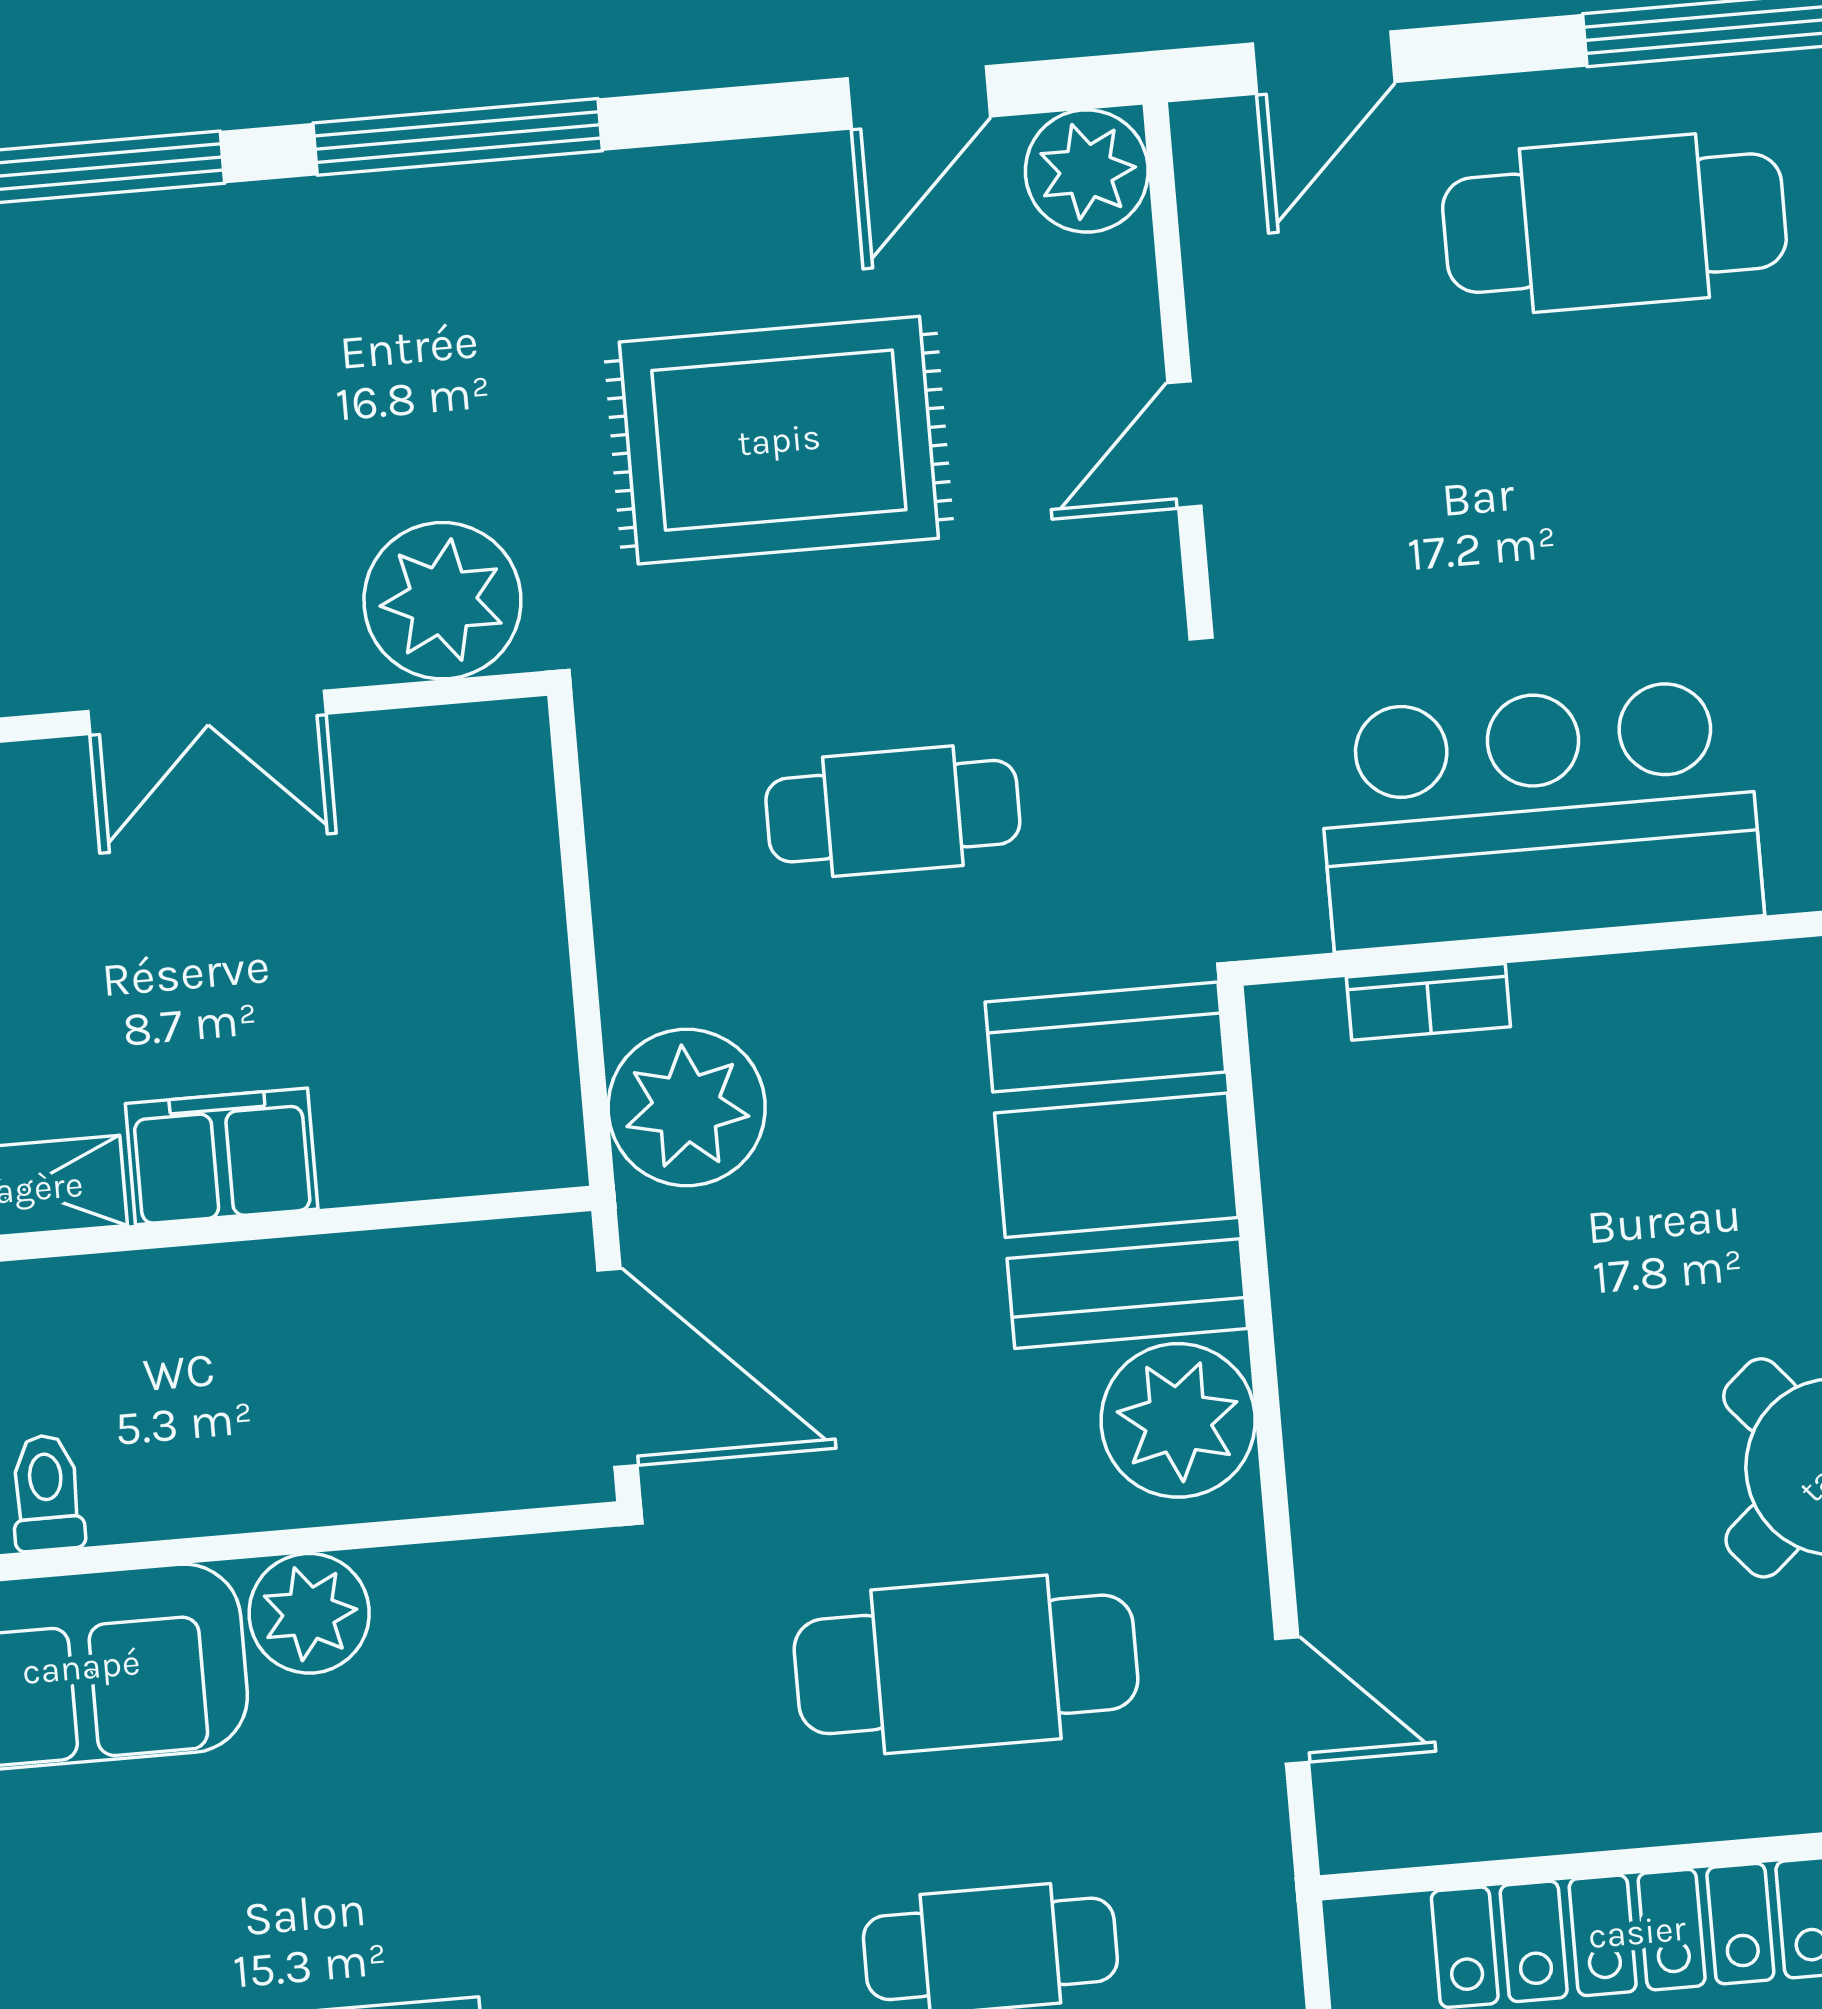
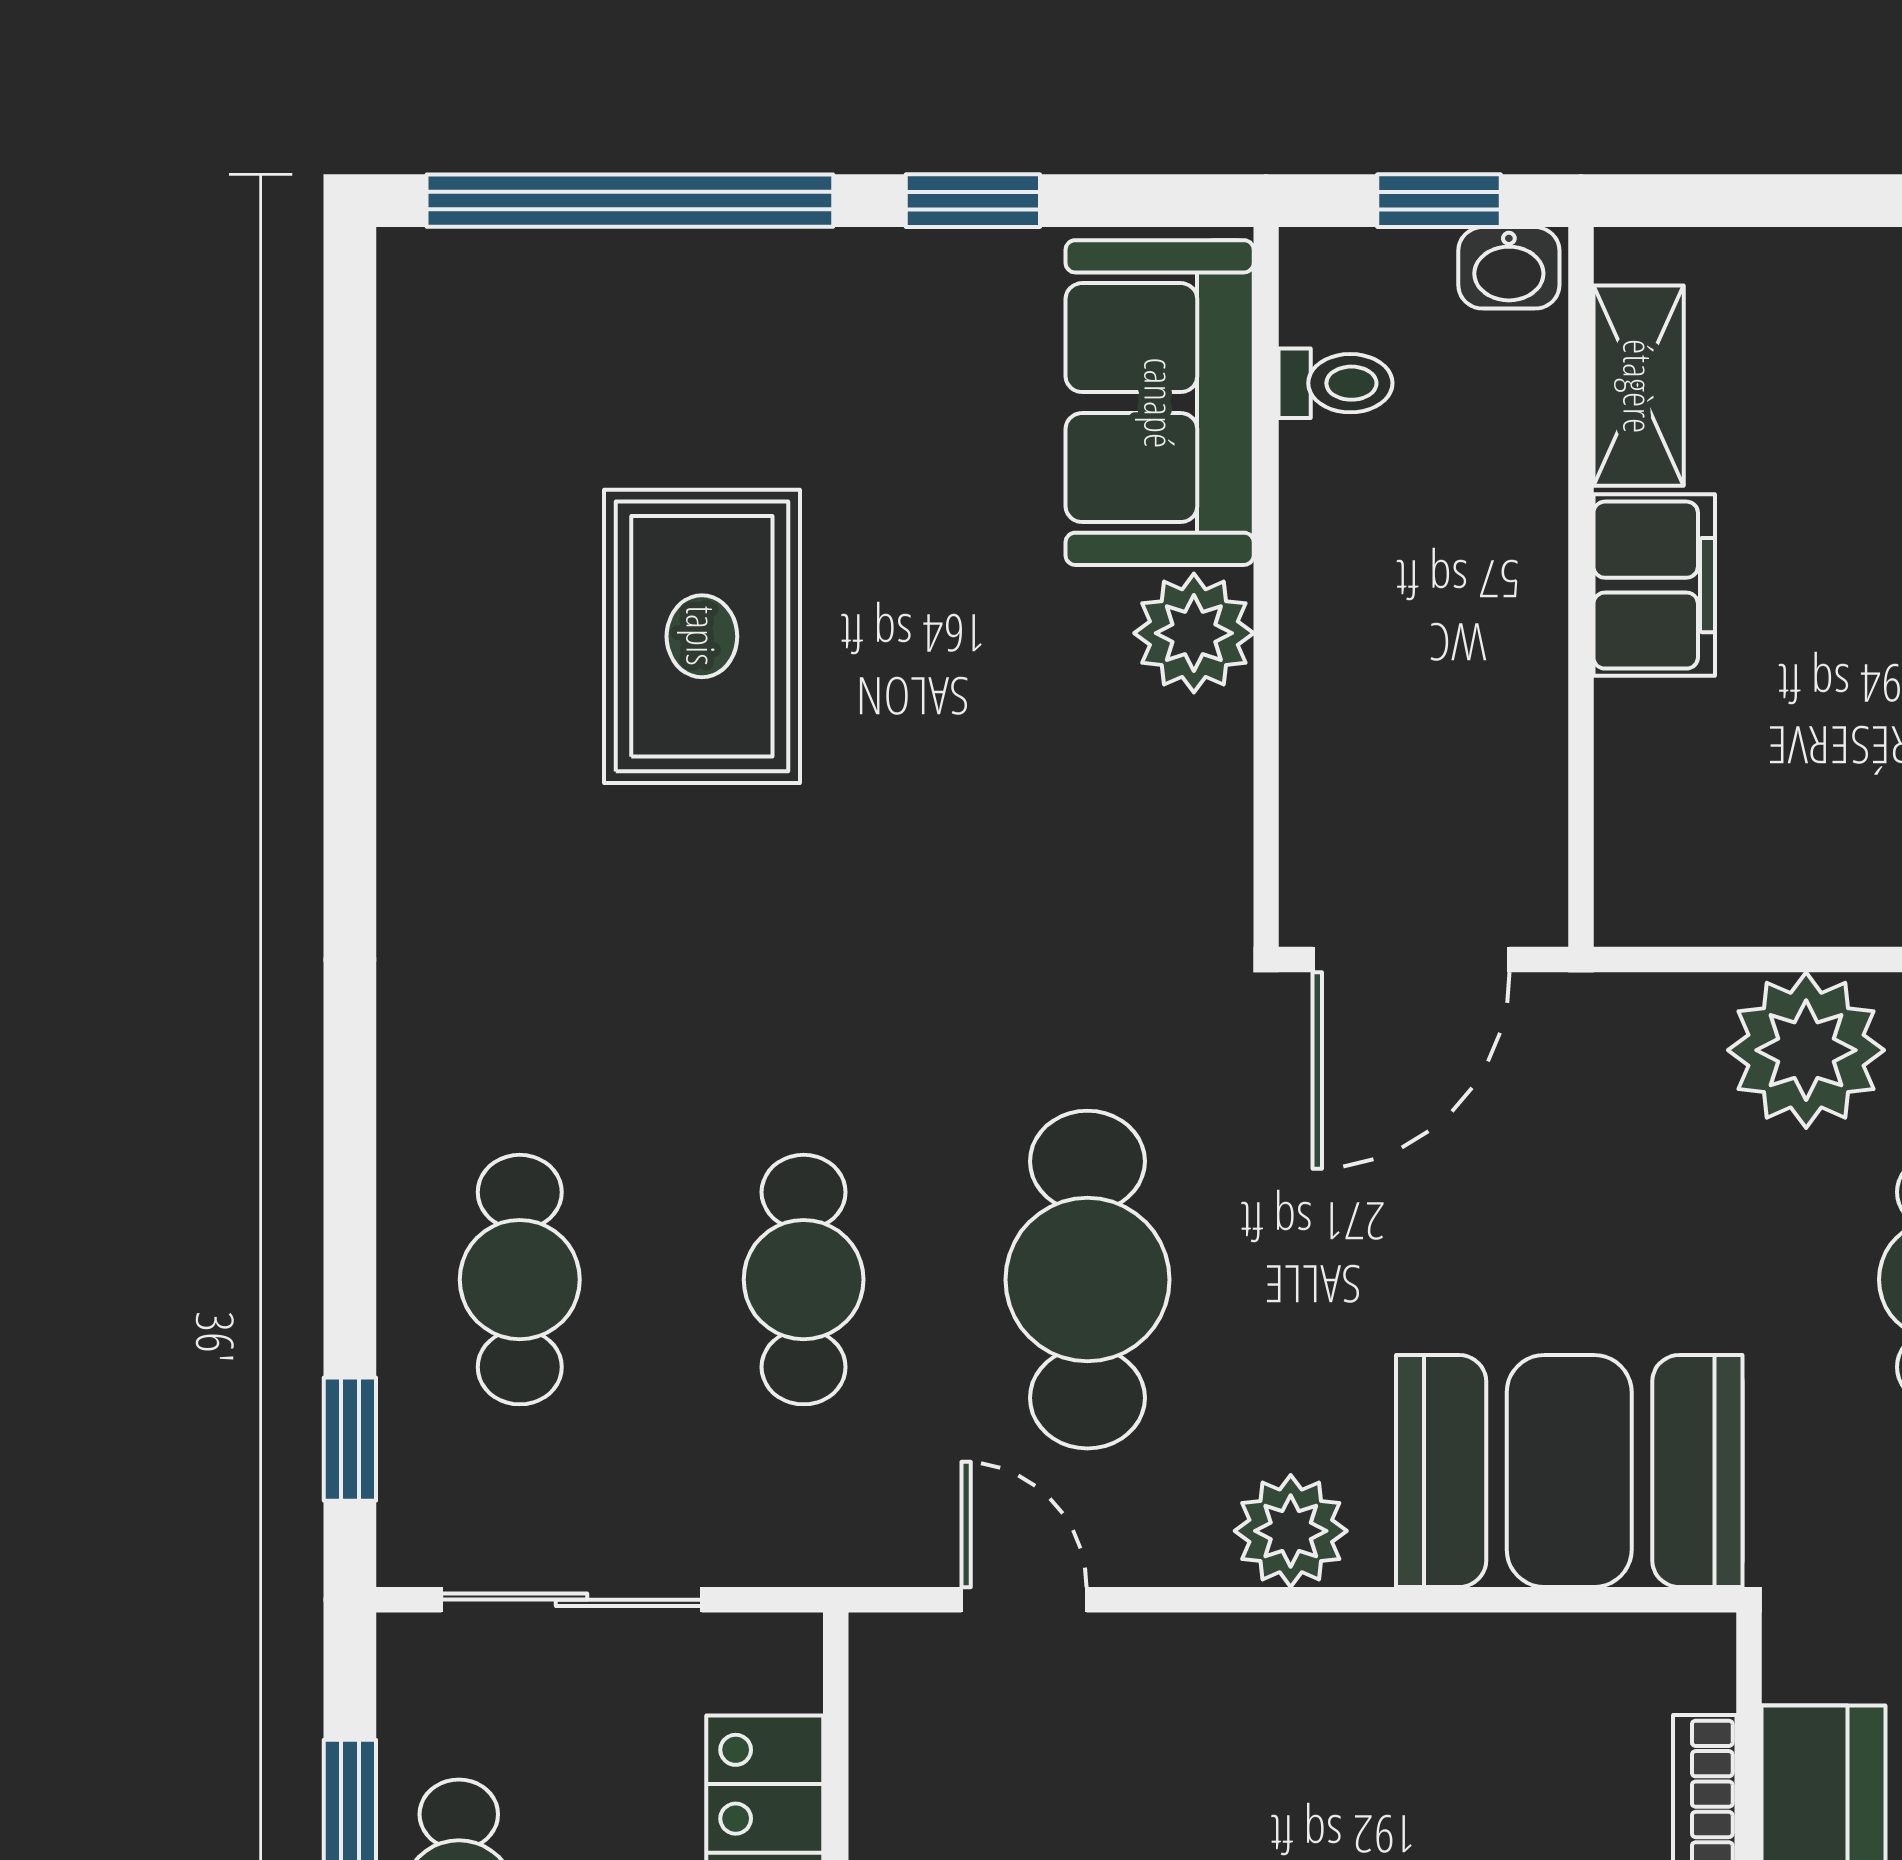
plant: (687, 1108) -> (1806, 1050), moved
plant: (1178, 1420) -> (1291, 1531), width x0.73, depth x0.73
door: (1292, 1700) -> (1024, 1600), swing flipped

